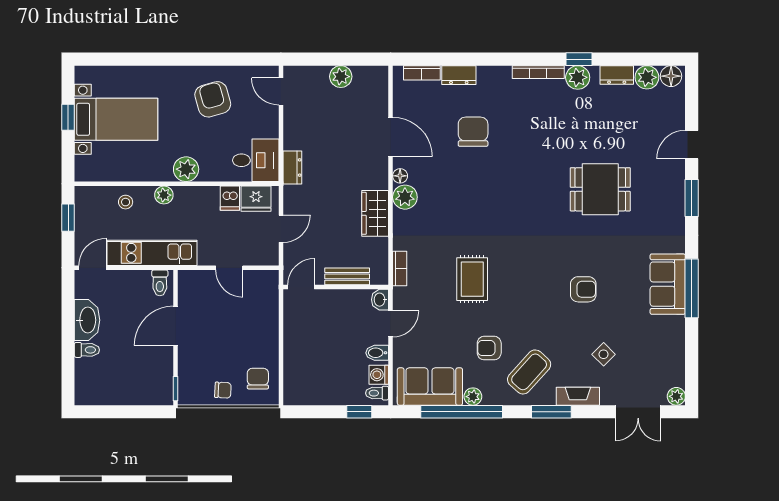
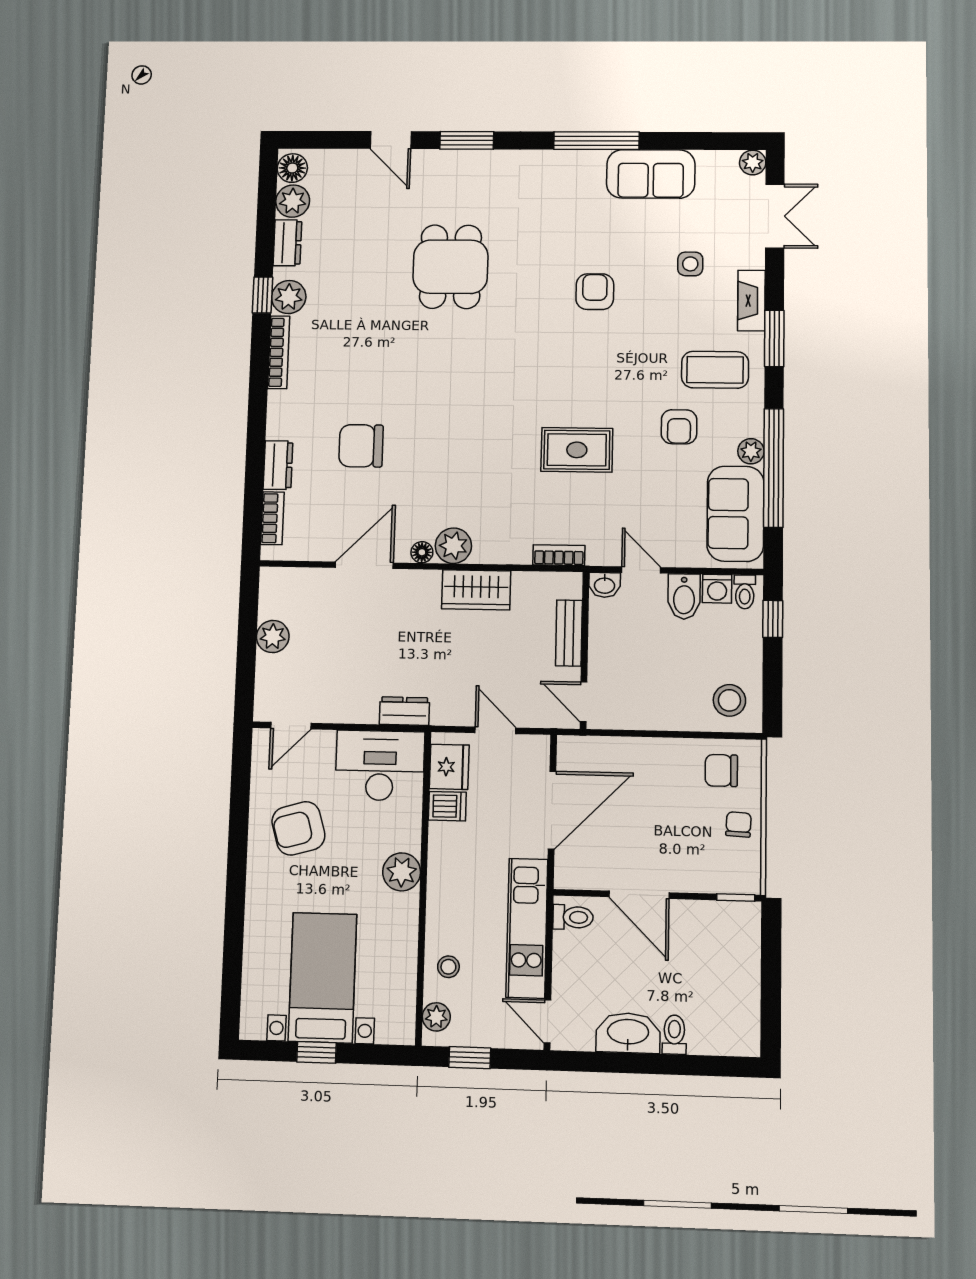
desk: (256, 160) -> (380, 766), width x1.37
plant: (164, 195) -> (436, 1017), moved
door: (229, 268) -> (552, 810), width x1.88
sofa: (668, 284) -> (651, 174), moved
bidet: (377, 353) -> (684, 597), width x1.38, depth x1.36
side table: (604, 354) -> (690, 264), turned 45
coffee table: (529, 372) -> (715, 370), turned -42
stool: (304, 384) -> (729, 700), added

